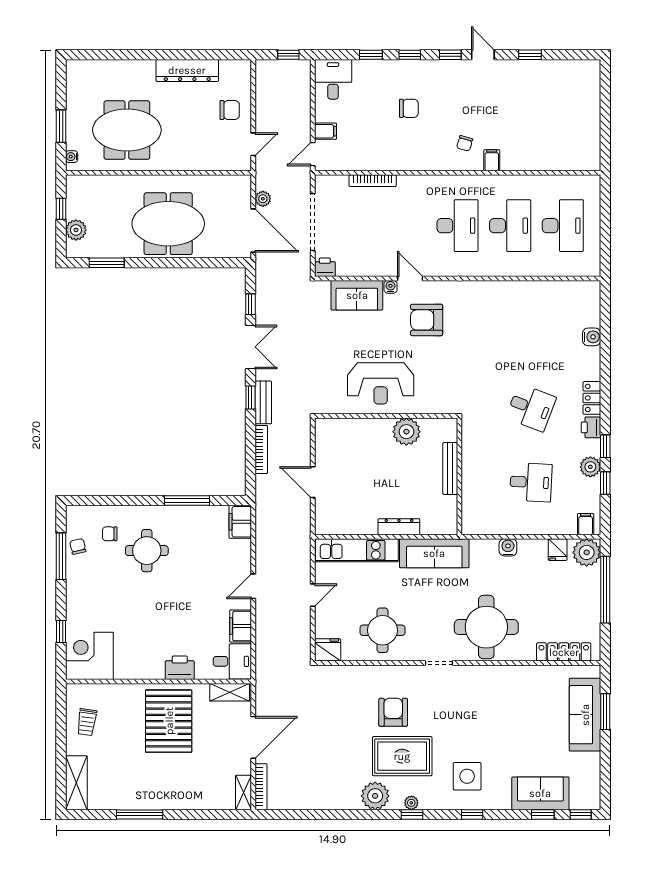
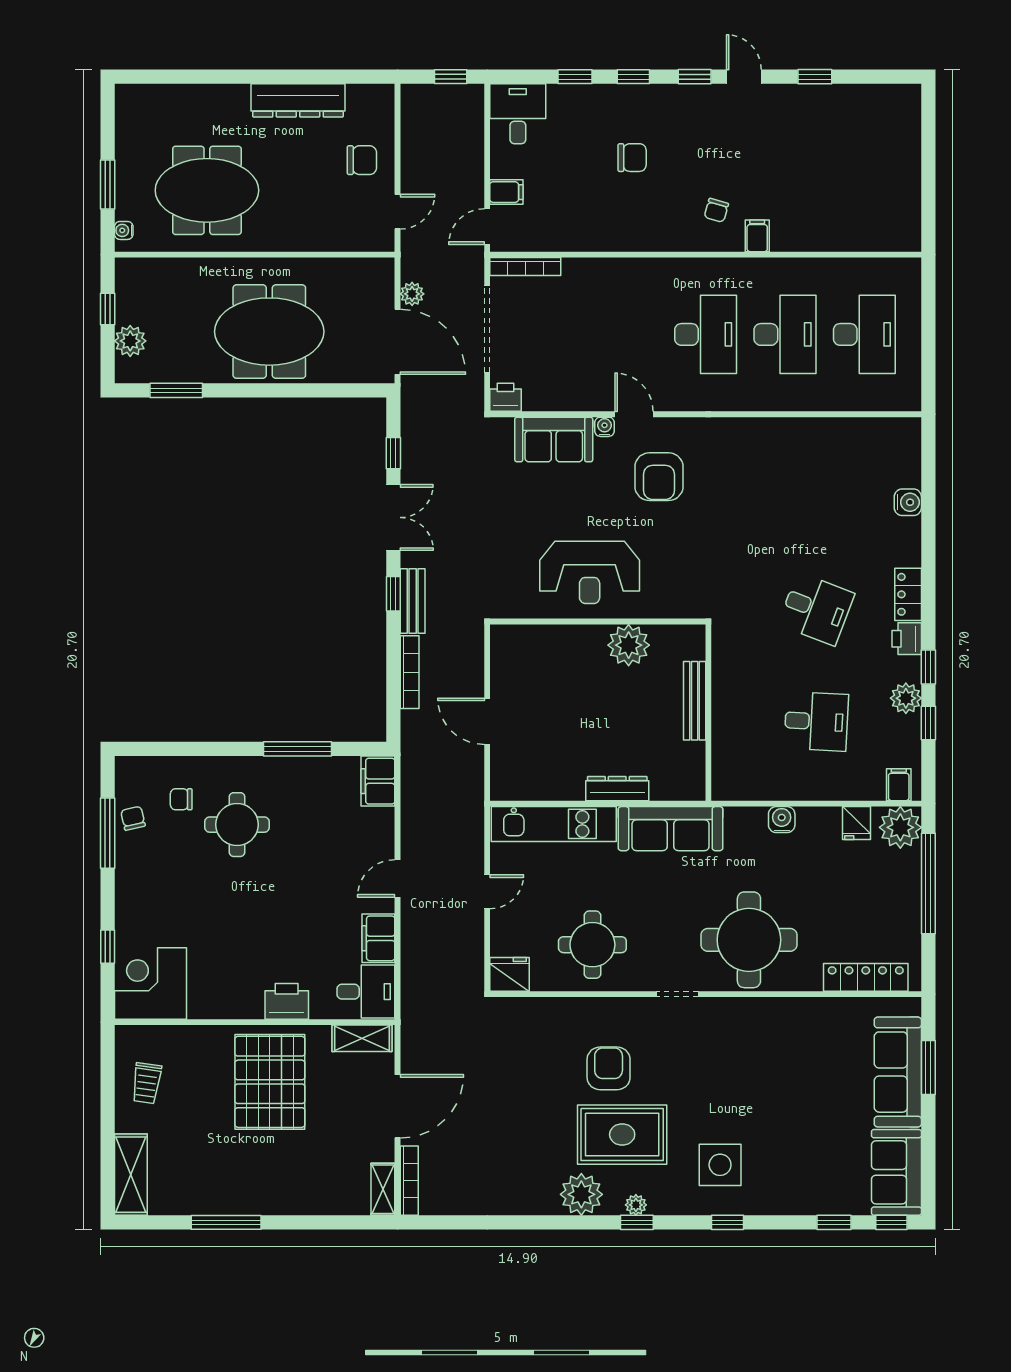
bookcase: (373, 181) -> (525, 266), moved
armchair: (427, 320) -> (659, 477), turned -90
sofa: (540, 793) -> (896, 1172), moved, turned -90

